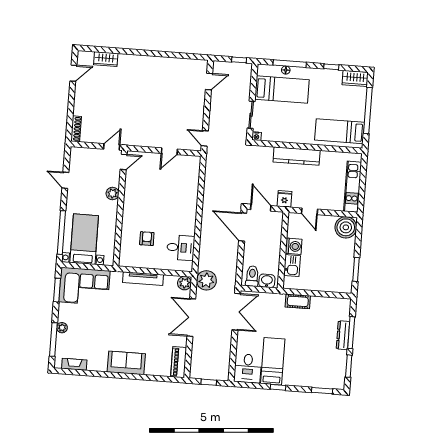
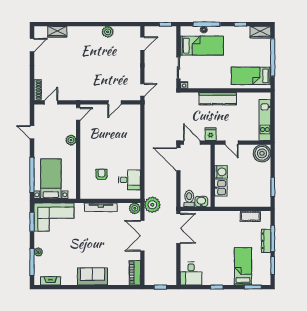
plant: (168, 64) -> (108, 32), added
door: (205, 138) -> (142, 90), swing flipped
door: (112, 147) -> (51, 102), moved
cot: (298, 301) -> (250, 216), moved
bed: (273, 361) -> (243, 266), moved

